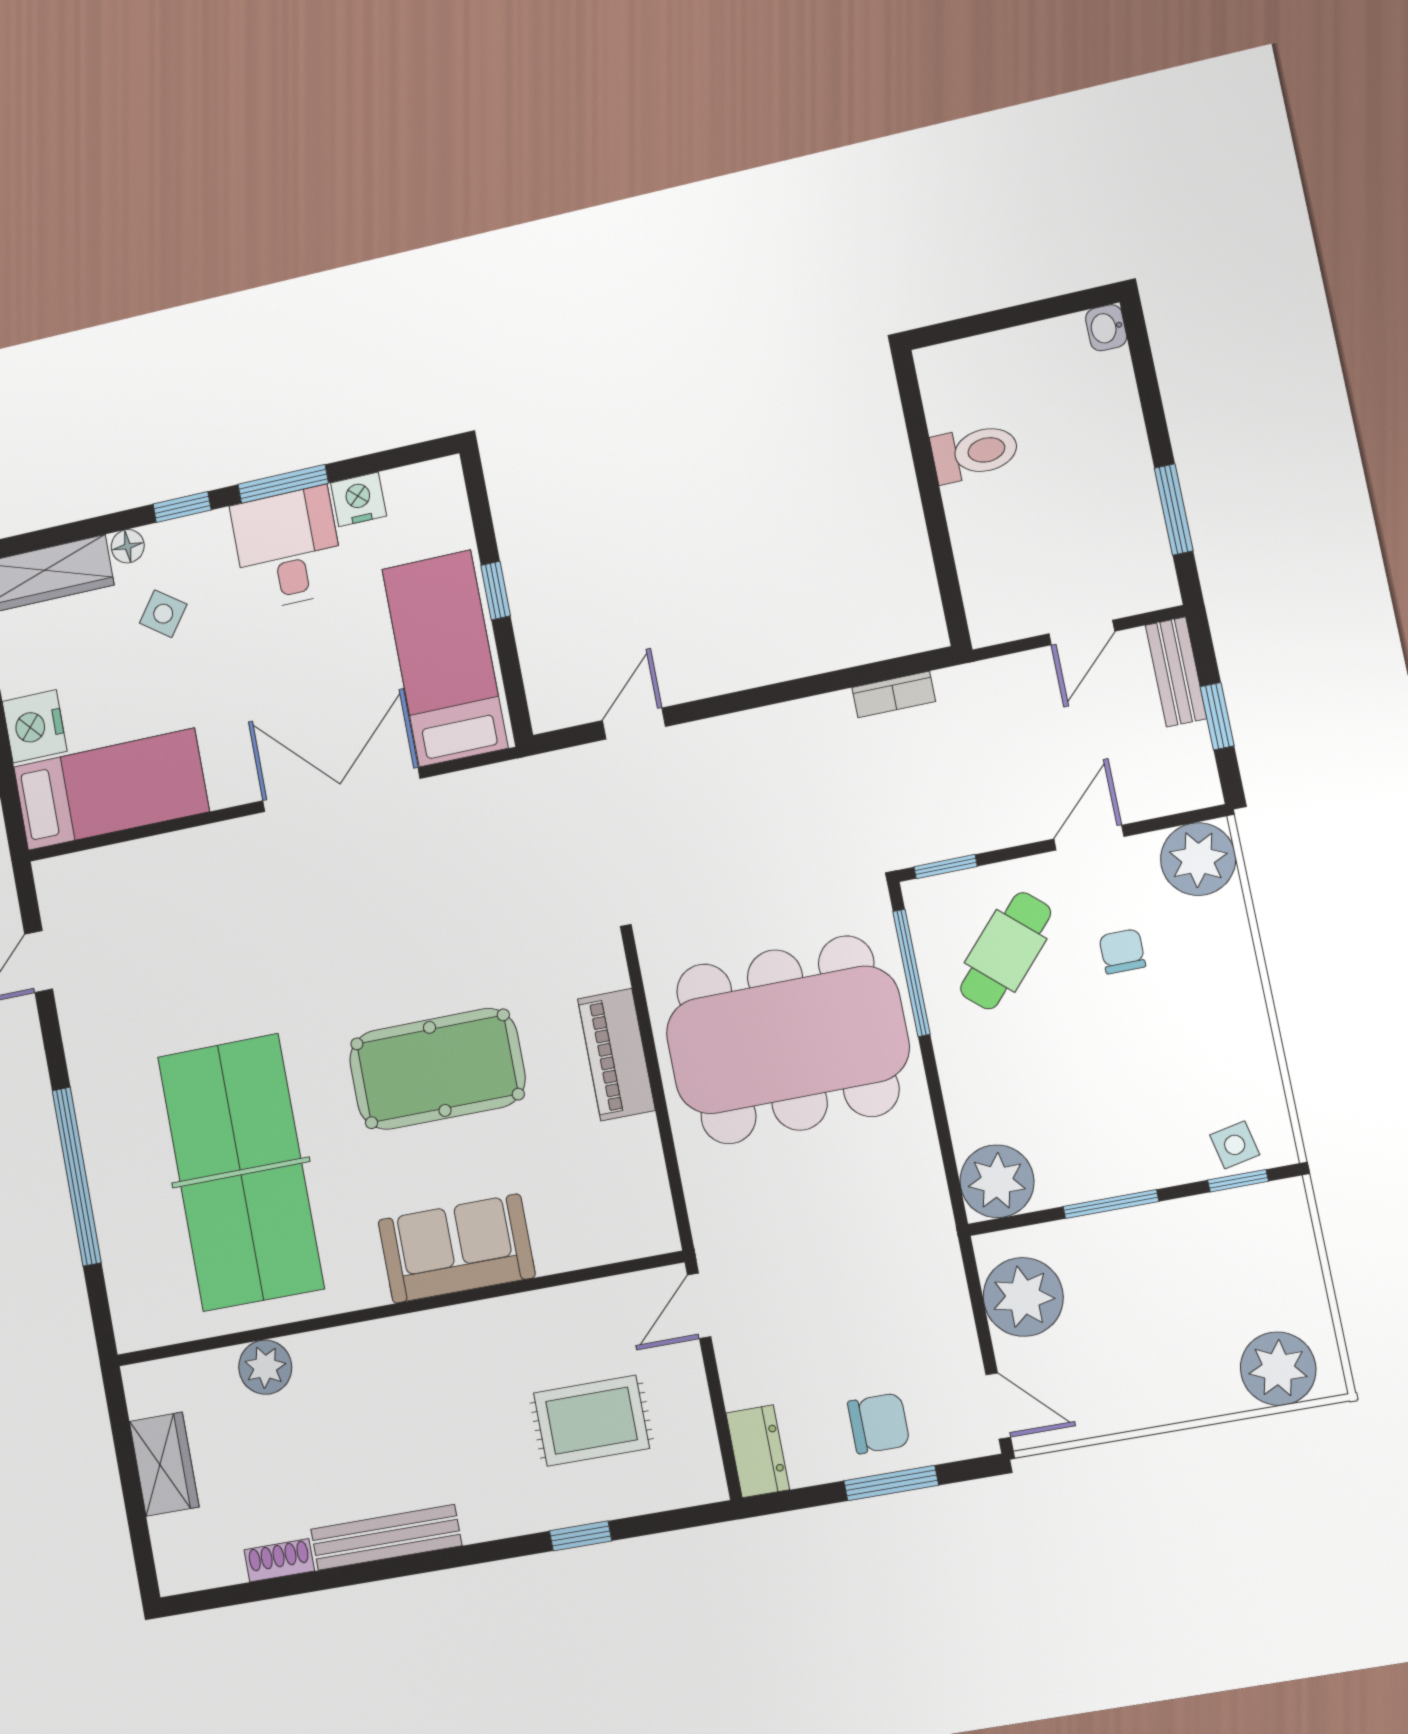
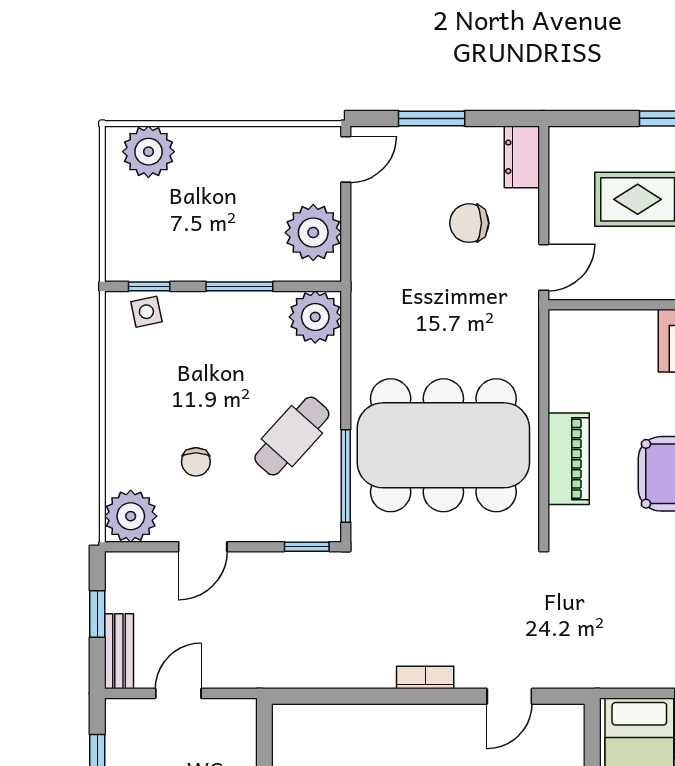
bookcase: (894, 694) -> (425, 678), moved
cafe table: (1006, 951) -> (292, 436), moved
door: (998, 1406) -> (346, 159), swing flipped
chair: (879, 1423) -> (469, 223), moved

